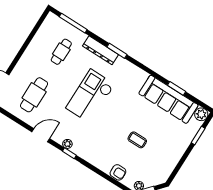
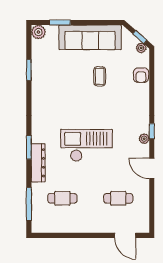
cafe table: (34, 95) -> (118, 198), width x0.73, depth x0.74
checkout: (90, 96) -> (87, 145), turned 180
sofa: (168, 99) -> (90, 37), moved, turned 90
armchair: (118, 172) -> (141, 75), turned 180

